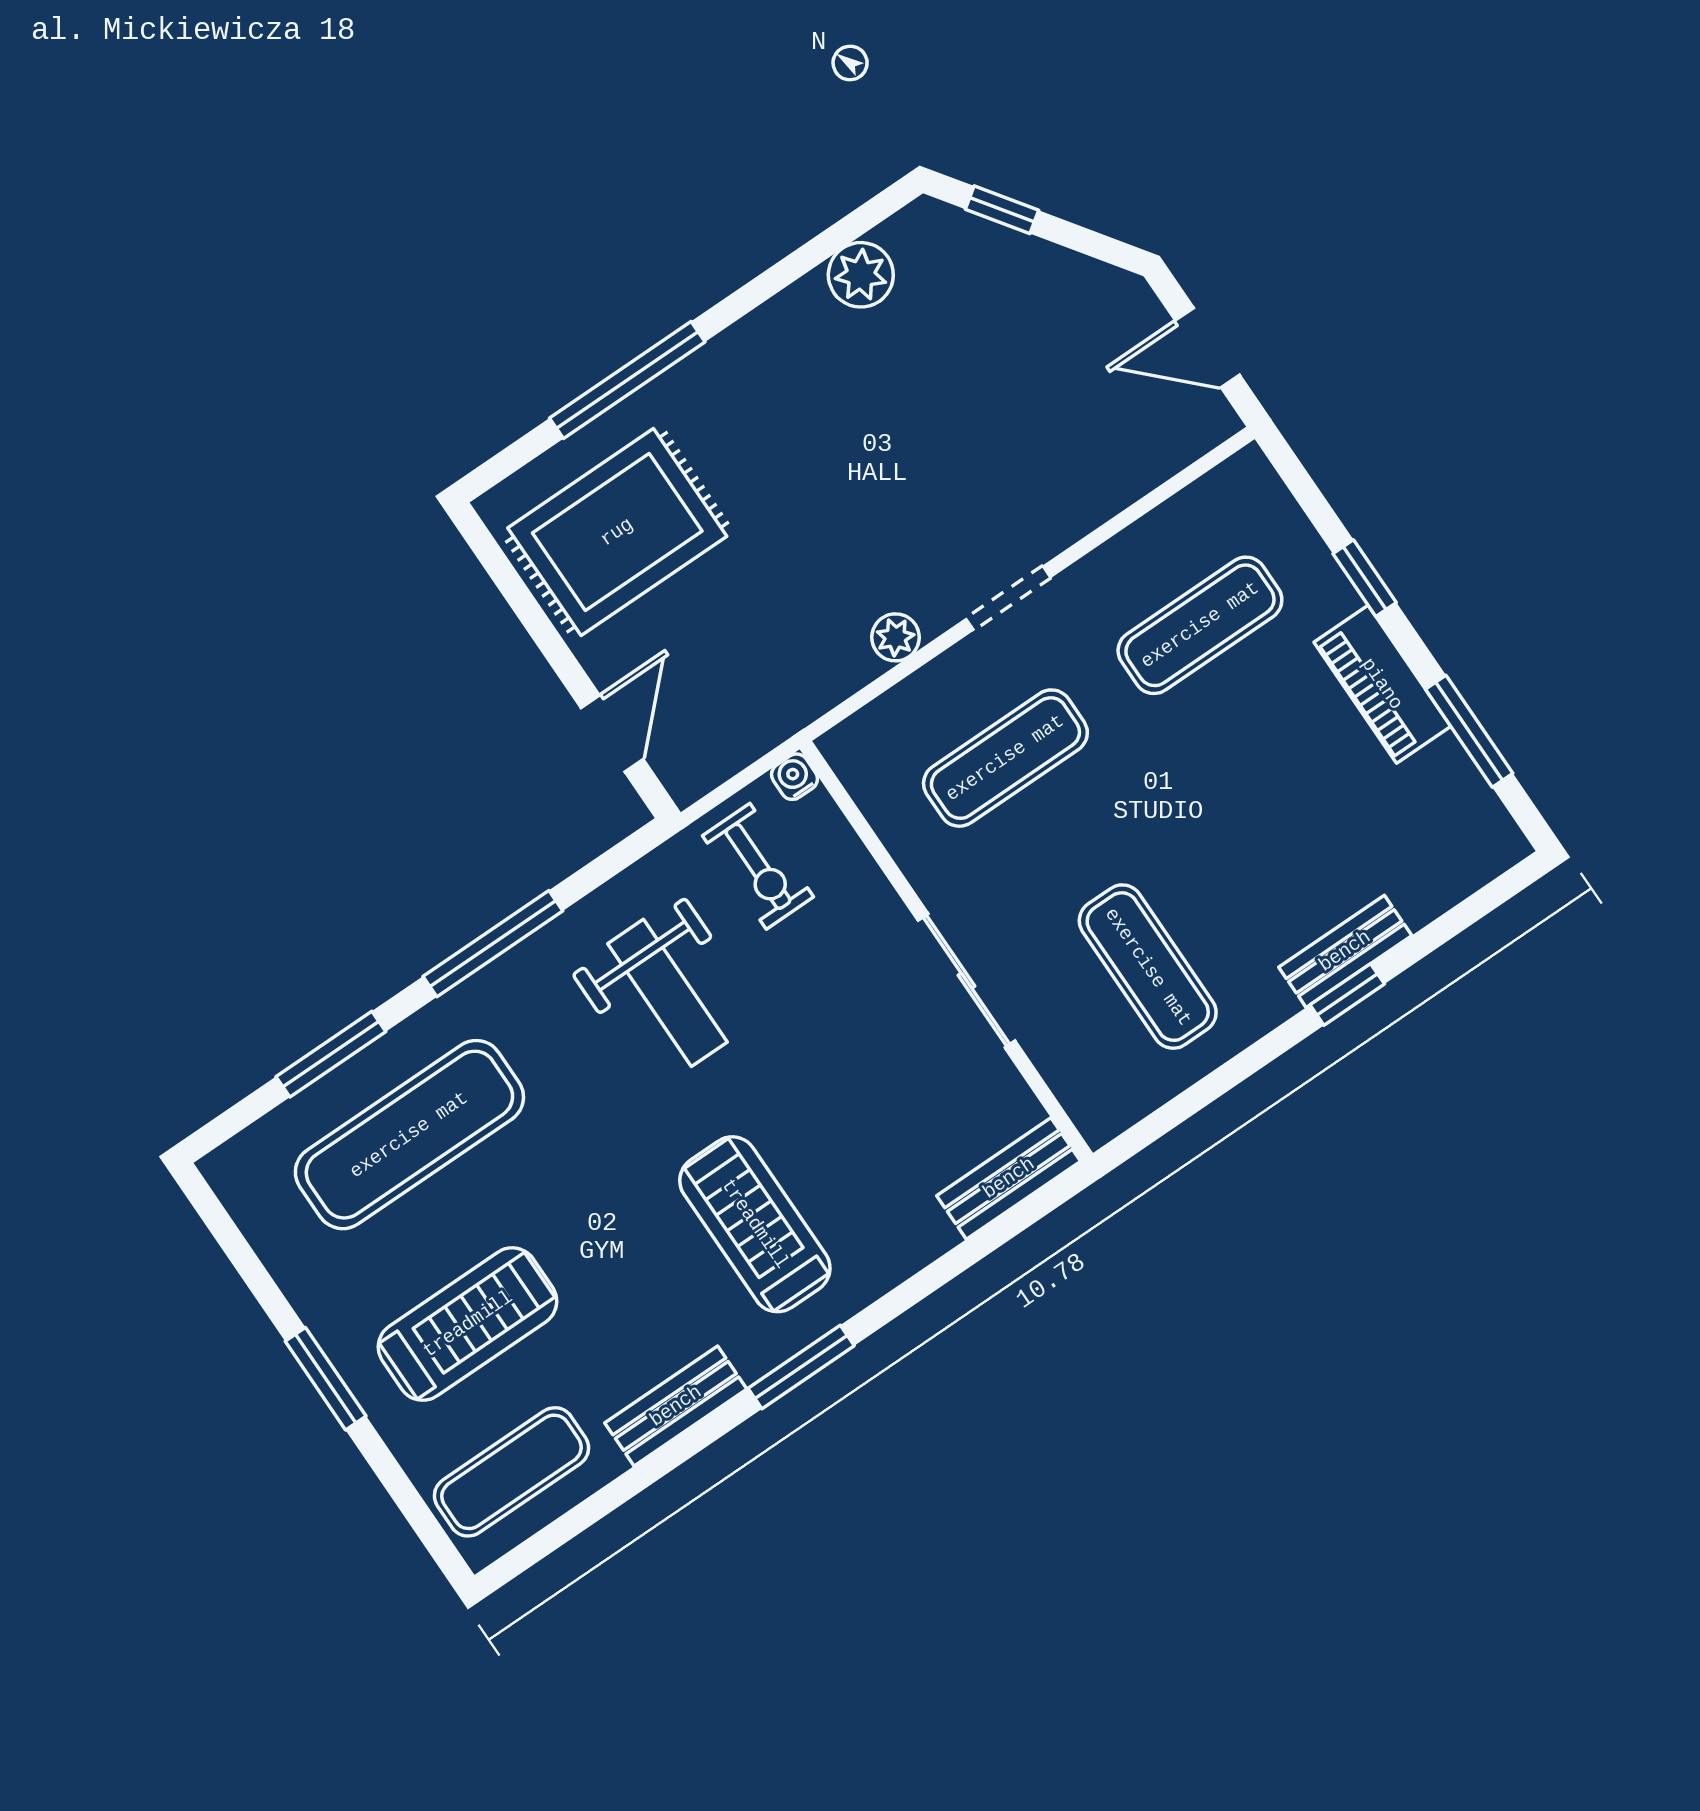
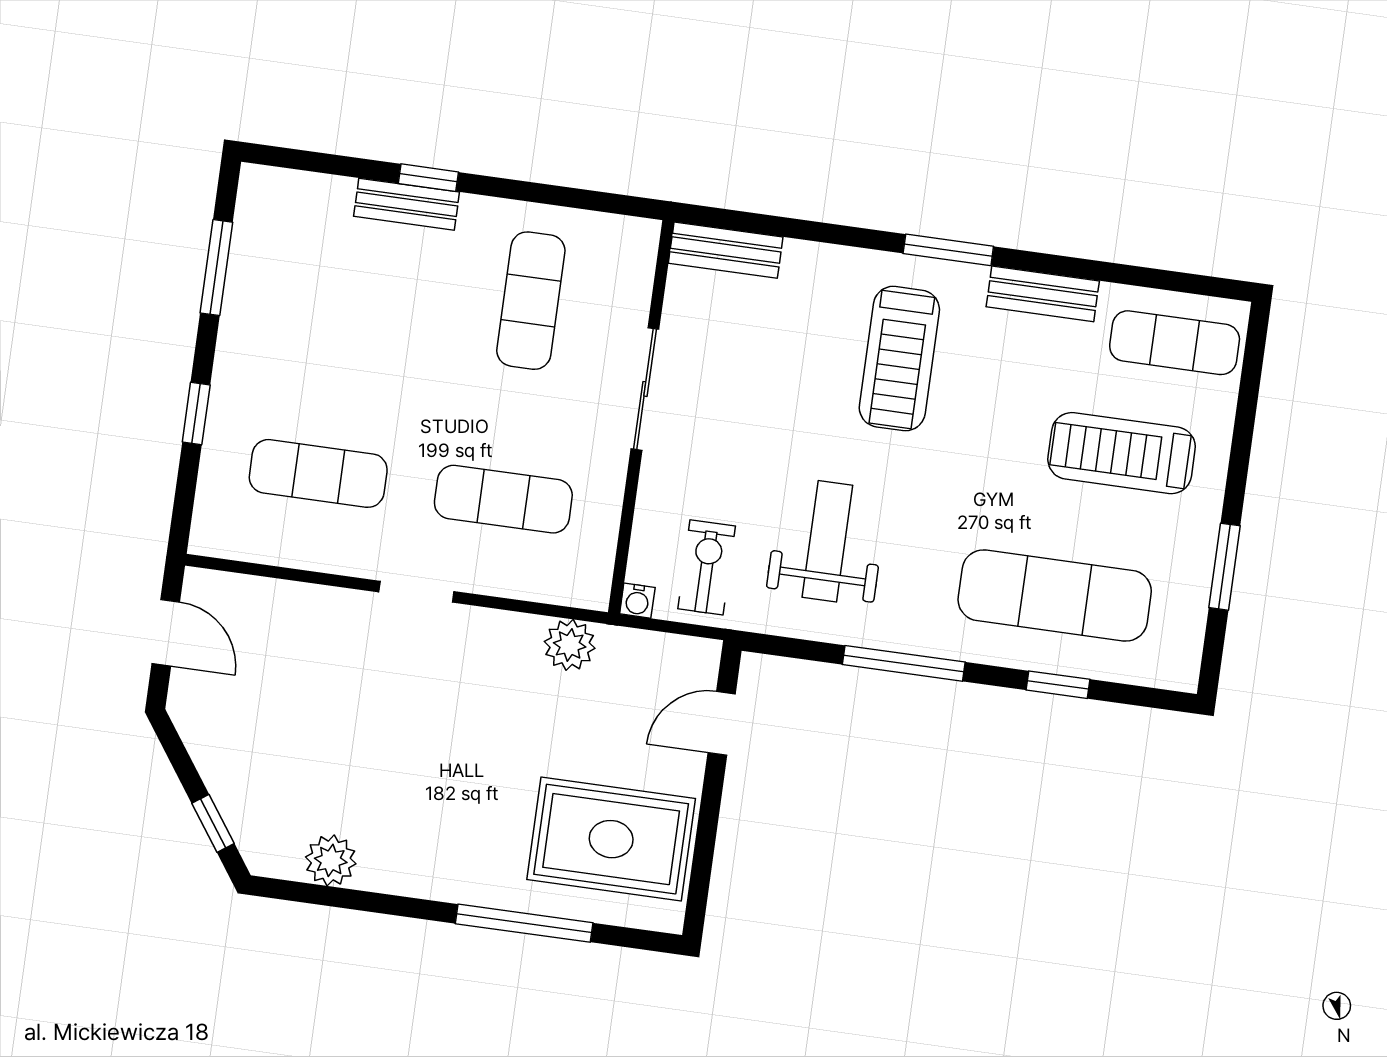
plant: (896, 637) -> (570, 645), moved, width x1.38, depth x1.38
piano: (1382, 684) -> (242, 341), removed
window: (331, 1054) -> (1058, 685), width x0.67
window: (326, 1379) -> (1224, 567), moved

